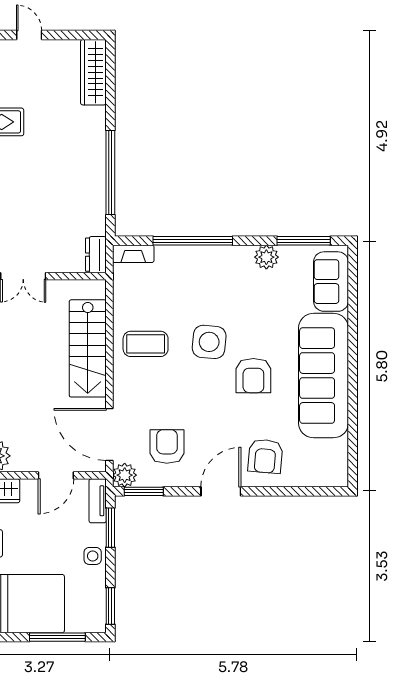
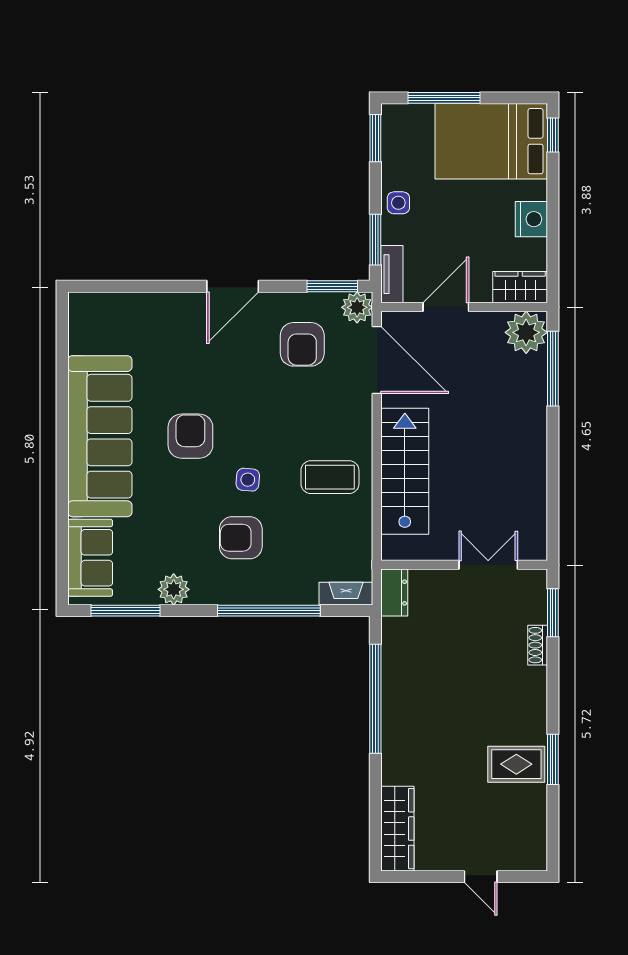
side table: (209, 342) -> (248, 480), width x0.54, depth x0.54
armchair: (265, 456) -> (241, 538), moved, turned -95

